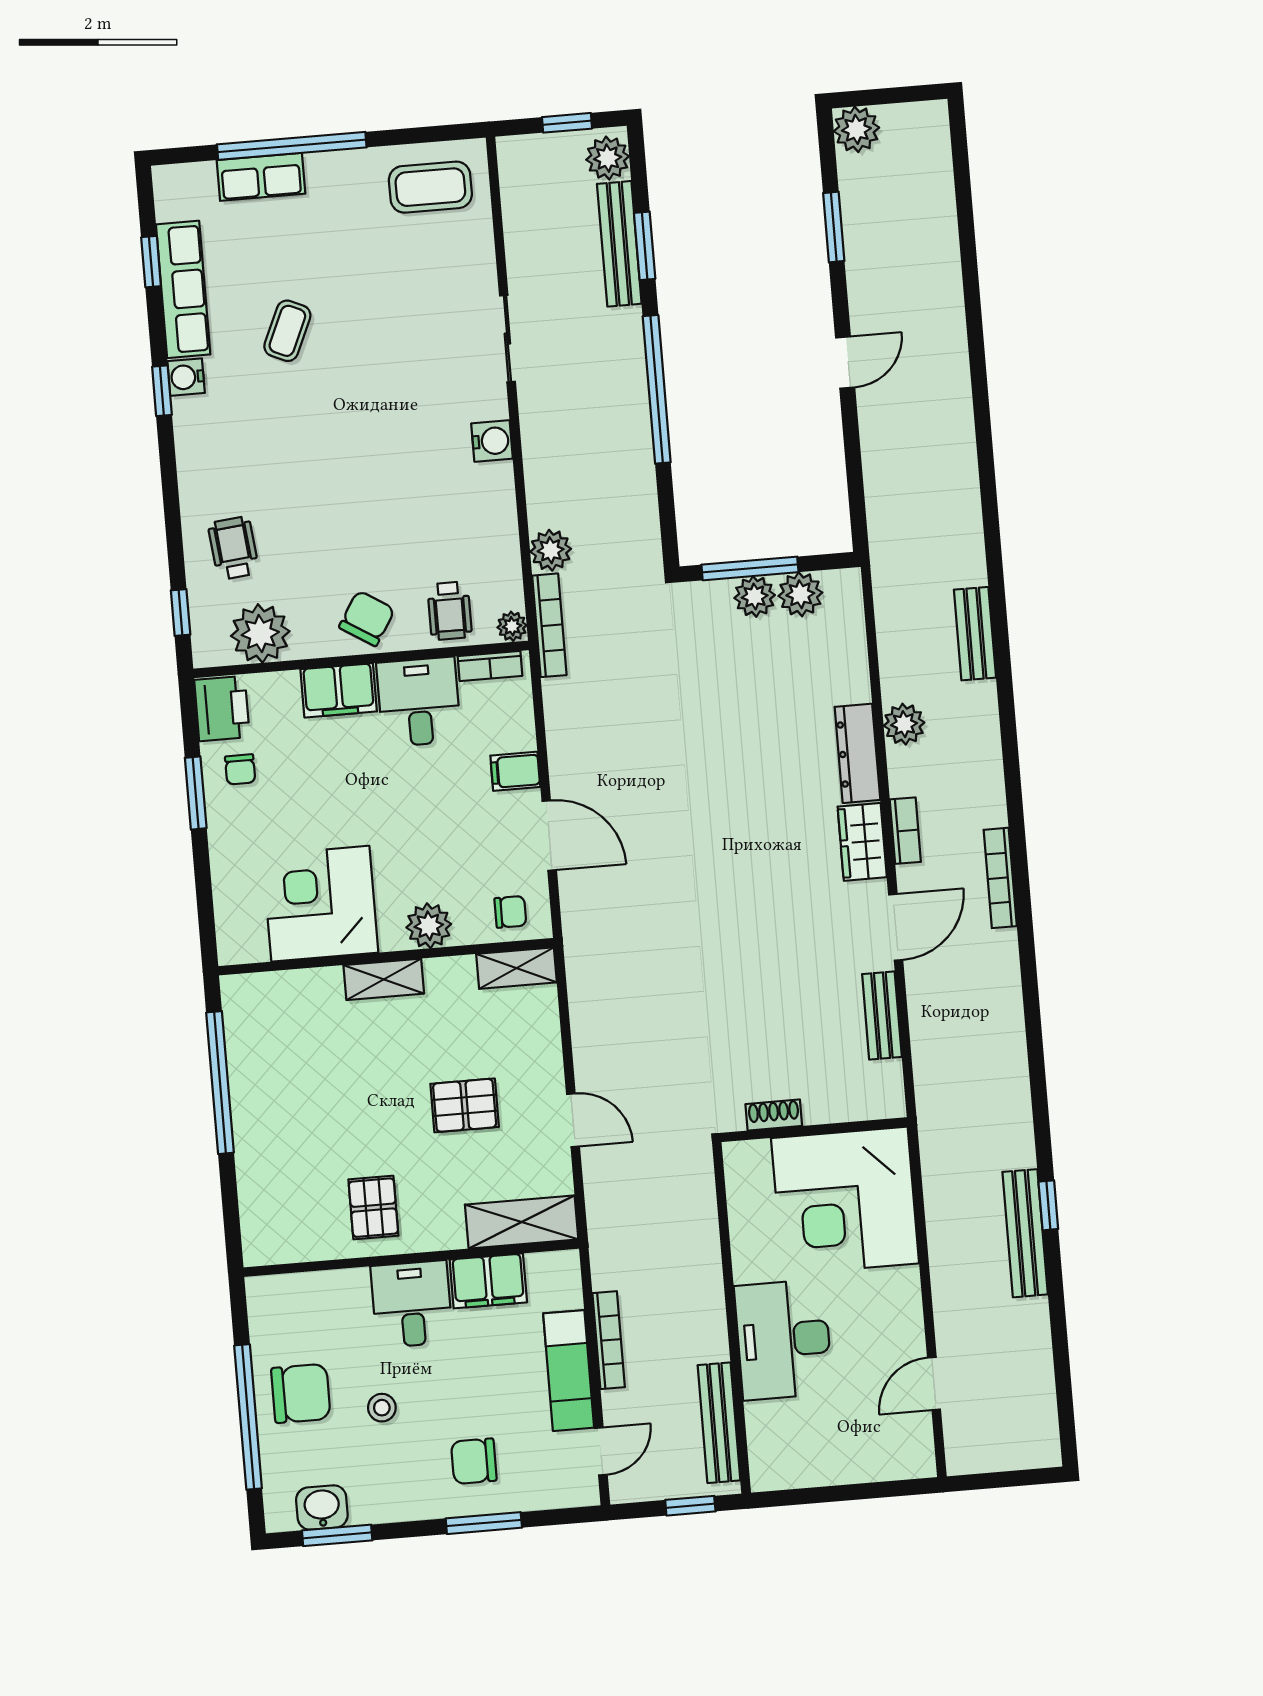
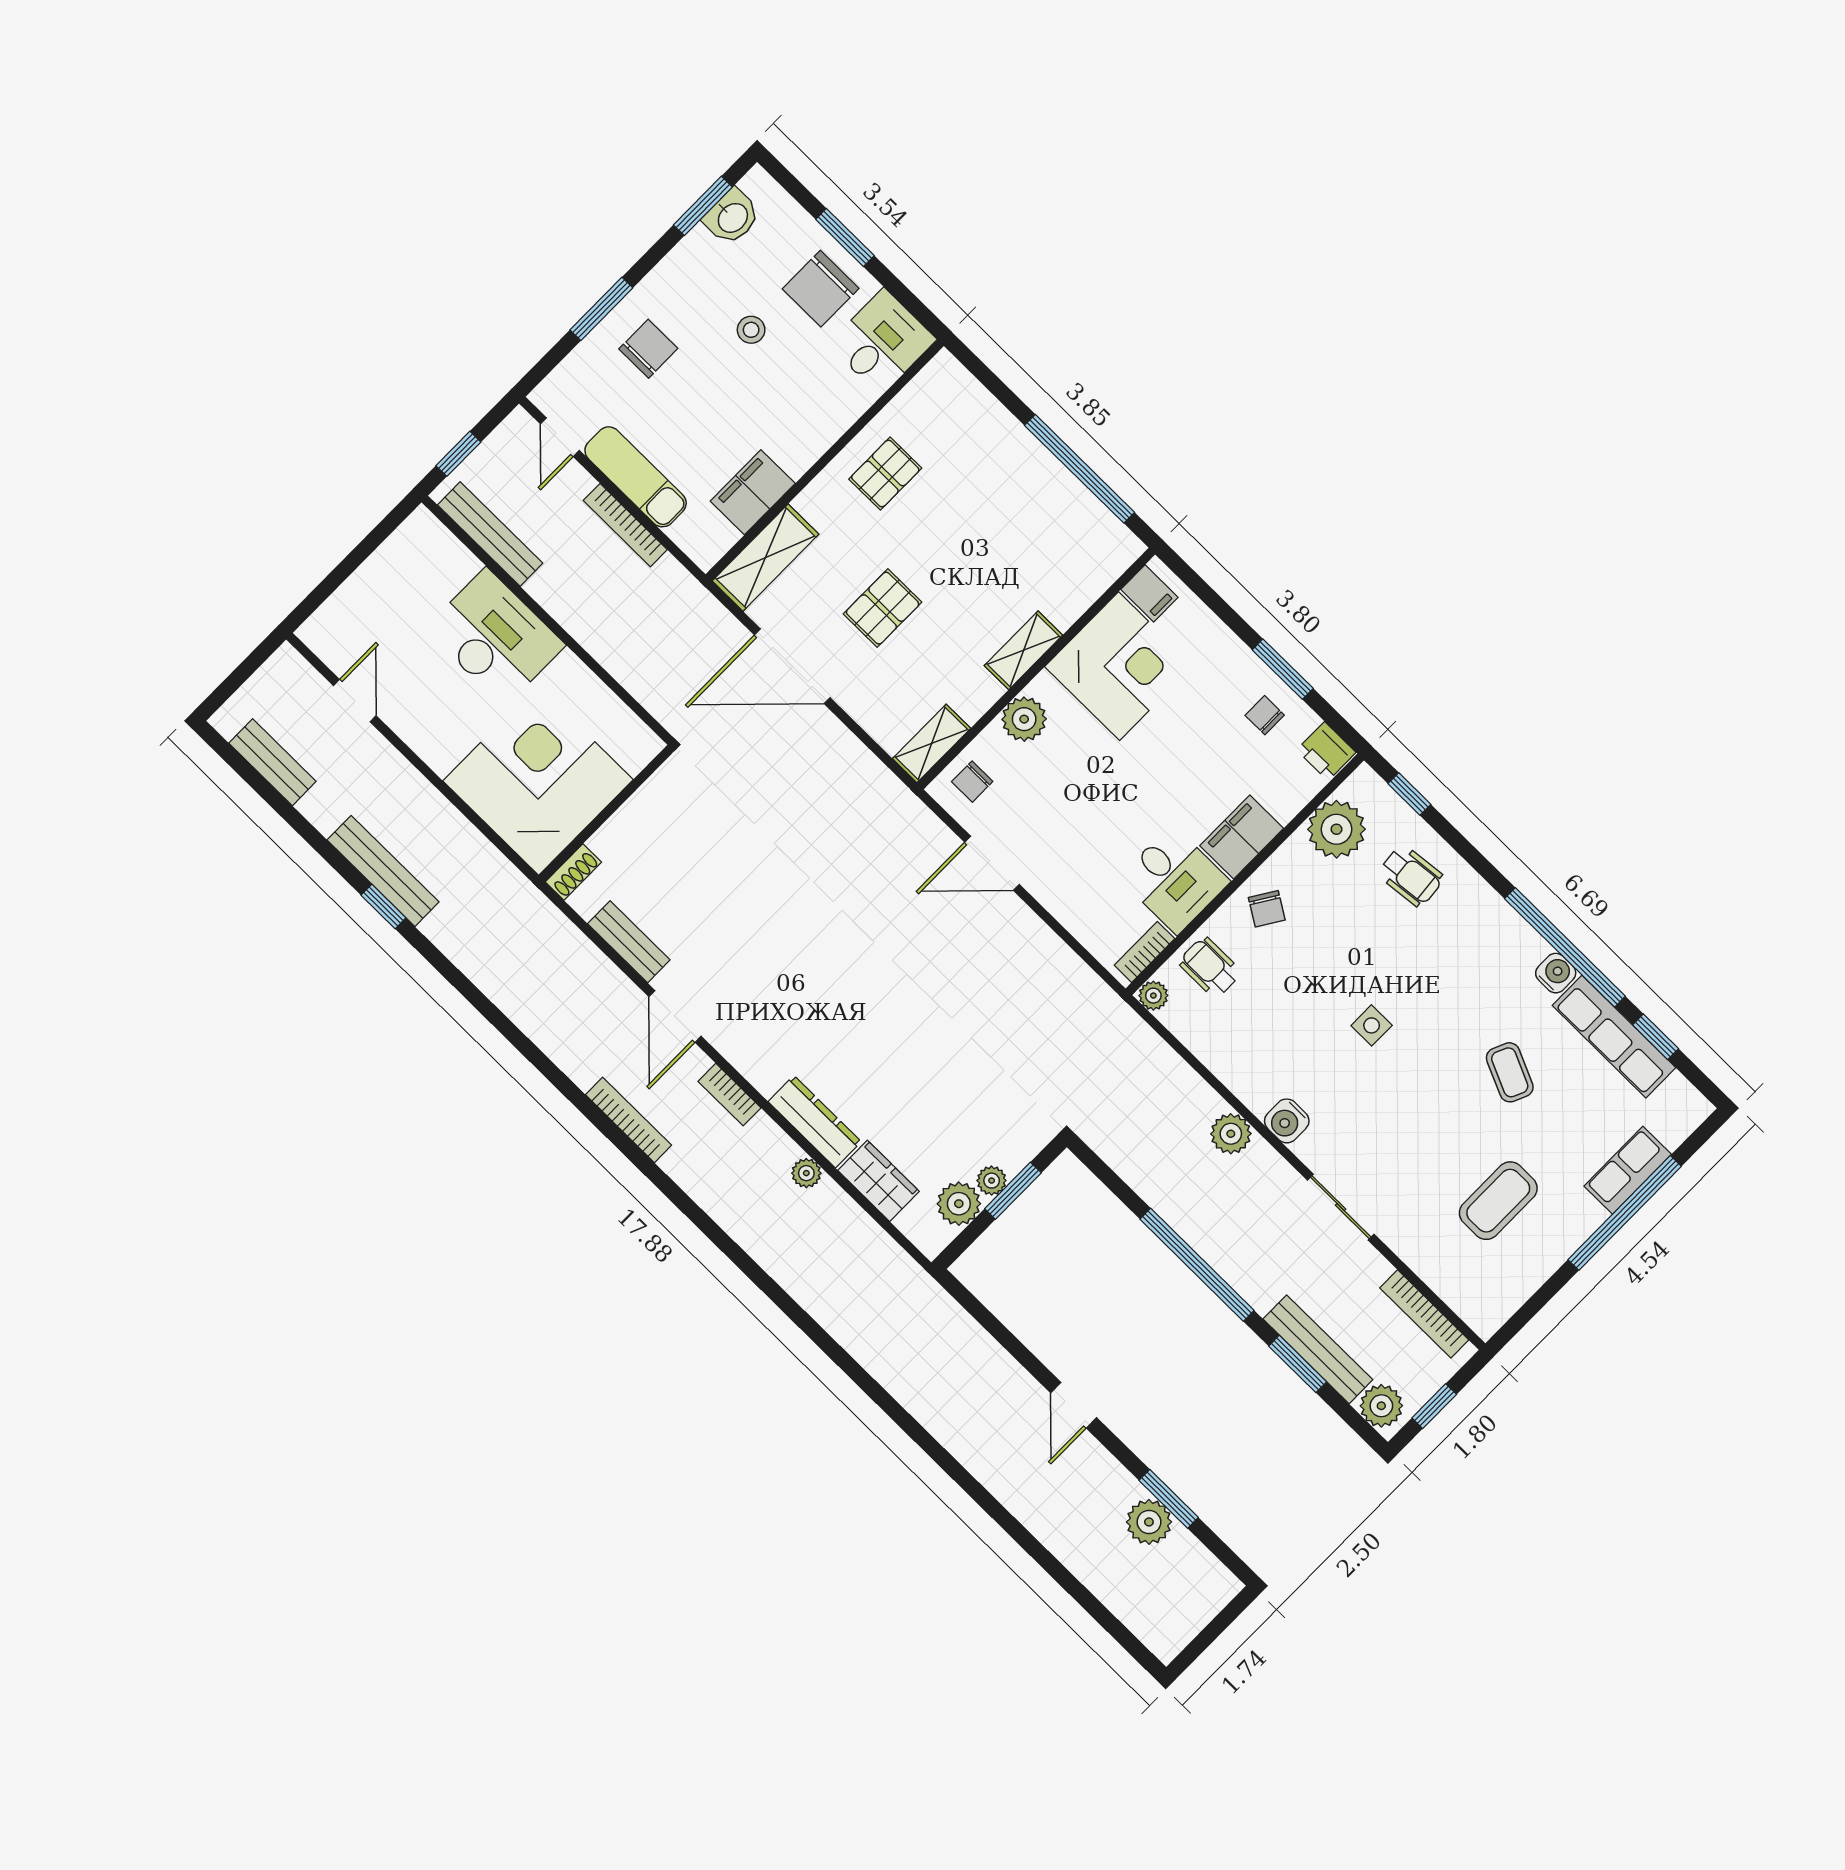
plant: (856, 129) -> (1149, 1522), moved
coffee table: (430, 187) -> (1498, 1201), moved
window: (162, 391) -> (1565, 947), width x3.17
side table: (363, 459) -> (1372, 1025), added
plant: (551, 550) -> (1231, 1134), moved
window: (750, 568) -> (1013, 1191), width x0.69
plant: (755, 596) -> (992, 1181), width x0.73, depth x0.73
chair: (367, 618) -> (1267, 909), width x0.73, depth x0.73
bookcase: (549, 625) -> (1424, 1314), moved
bench: (975, 634) -> (272, 762), moved
printer: (222, 708) -> (1326, 751), width x0.73, depth x0.81
plant: (904, 724) -> (806, 1173), width x0.73, depth x0.73
filing cabinet: (515, 771) -> (1149, 593), moved, turned 90
wardrobe: (862, 842) -> (879, 1181), moved
shoe rack: (774, 1115) -> (573, 872), moved
door: (573, 1120) -> (792, 666), width x1.88
pallet: (373, 1208) -> (885, 474), turned 90
desk: (412, 1304) -> (882, 342), moved, turned -90
window: (248, 1417) -> (845, 237), width x0.47

